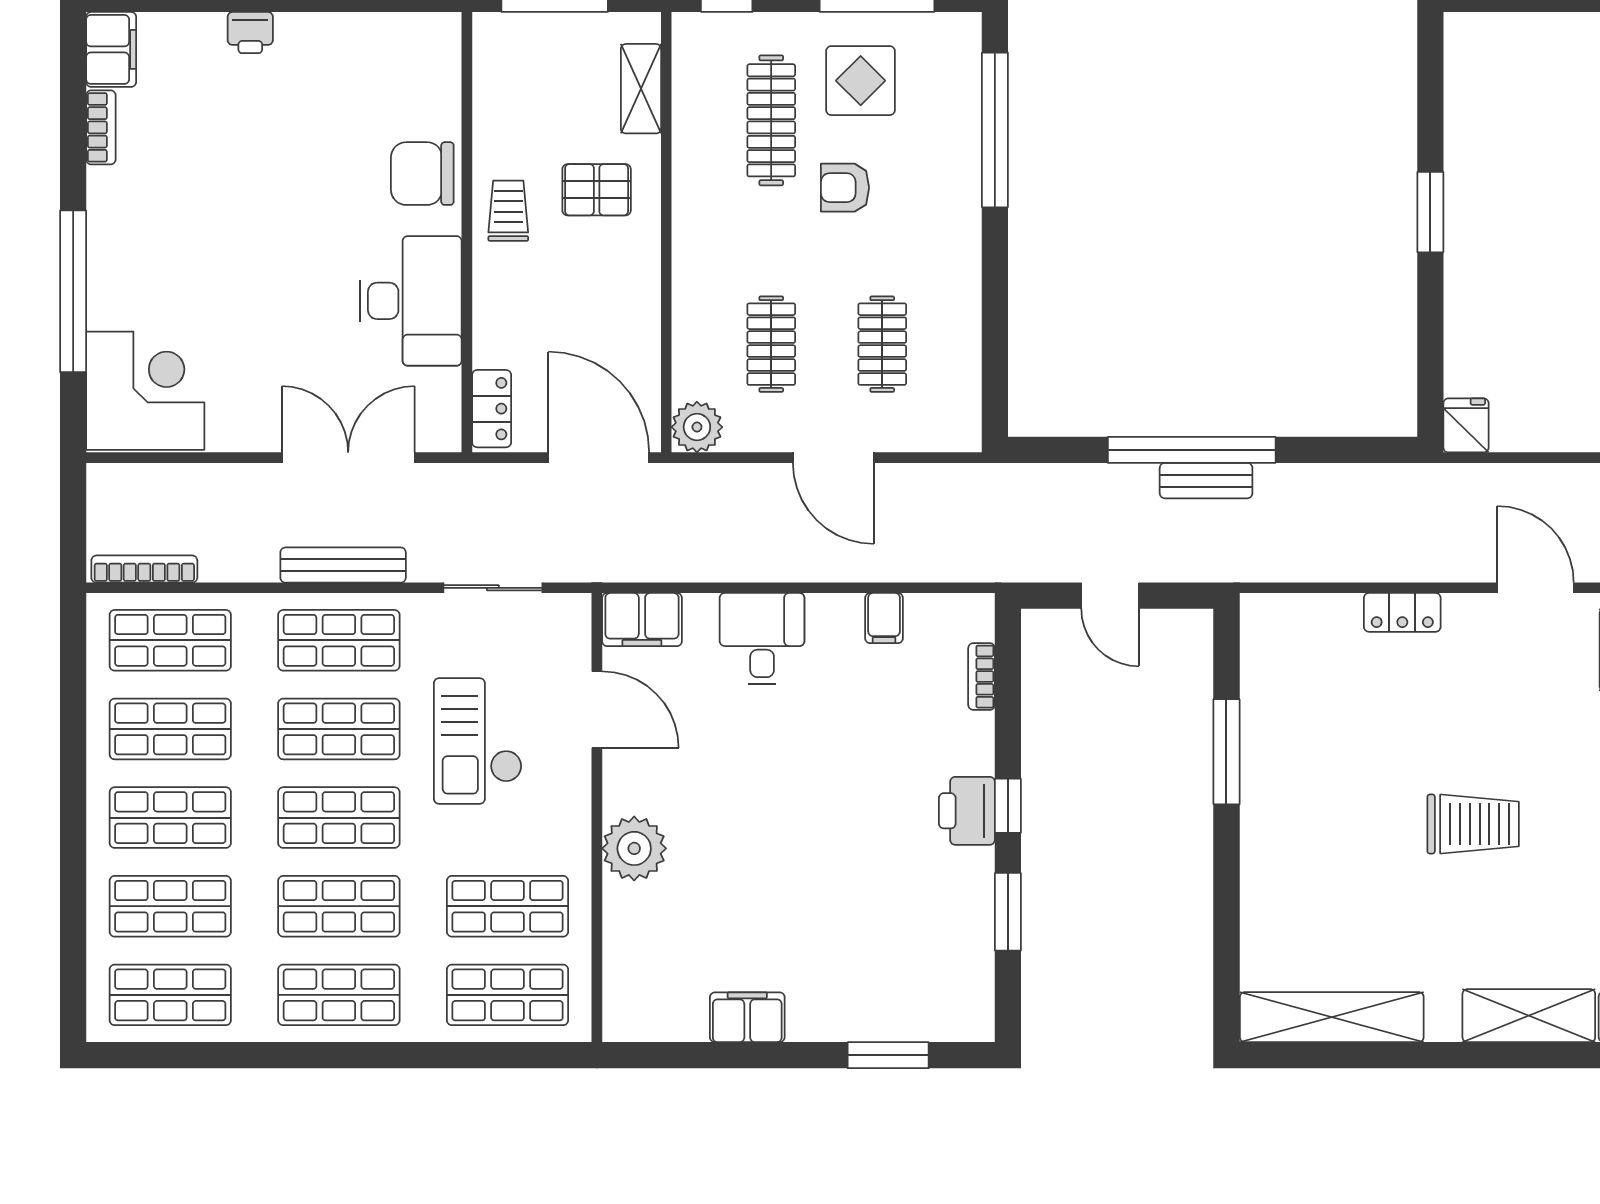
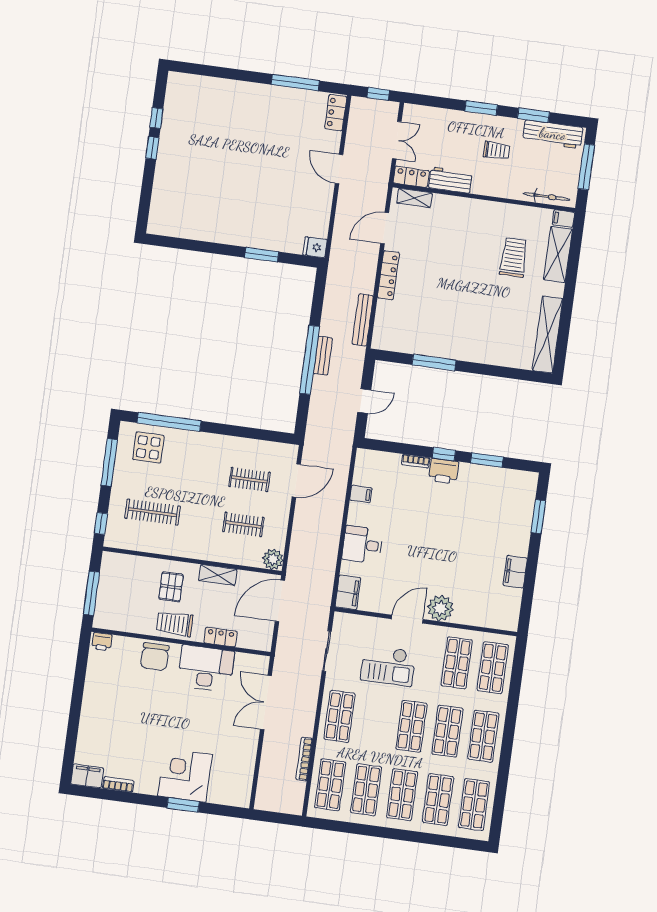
printer: (250, 33) -> (102, 642), moved, turned 90
display table: (861, 81) -> (148, 447), moved
shelving: (641, 89) -> (218, 575), moved
armchair: (845, 188) -> (184, 486), removed
trolley: (508, 211) -> (175, 624), width x1.36, depth x1.39
window: (1430, 212) -> (262, 255), moved
window: (73, 291) -> (183, 805), width x0.47
corner desk: (145, 391) -> (185, 775), moved
locker: (492, 409) -> (220, 637), moved
door: (833, 458) -> (296, 481), moved
bench: (343, 565) -> (363, 320), moved
bookcase: (144, 569) -> (304, 759), moved
locker: (1402, 612) -> (388, 275), width x1.53
bookcase: (982, 677) -> (416, 461), moved
door: (597, 710) -> (407, 619), moved
shop shelf: (339, 729) -> (375, 721), removed
trolley: (1473, 824) -> (514, 257), moved

